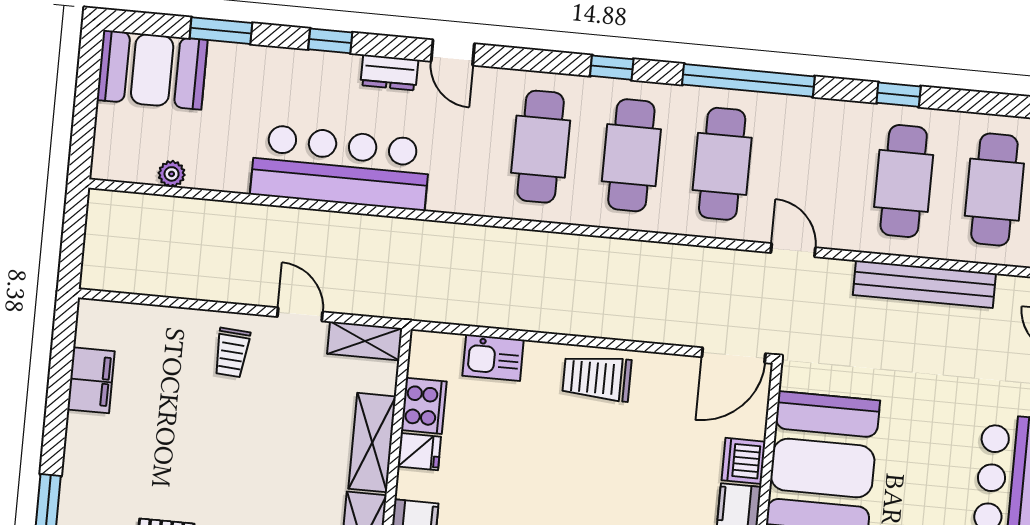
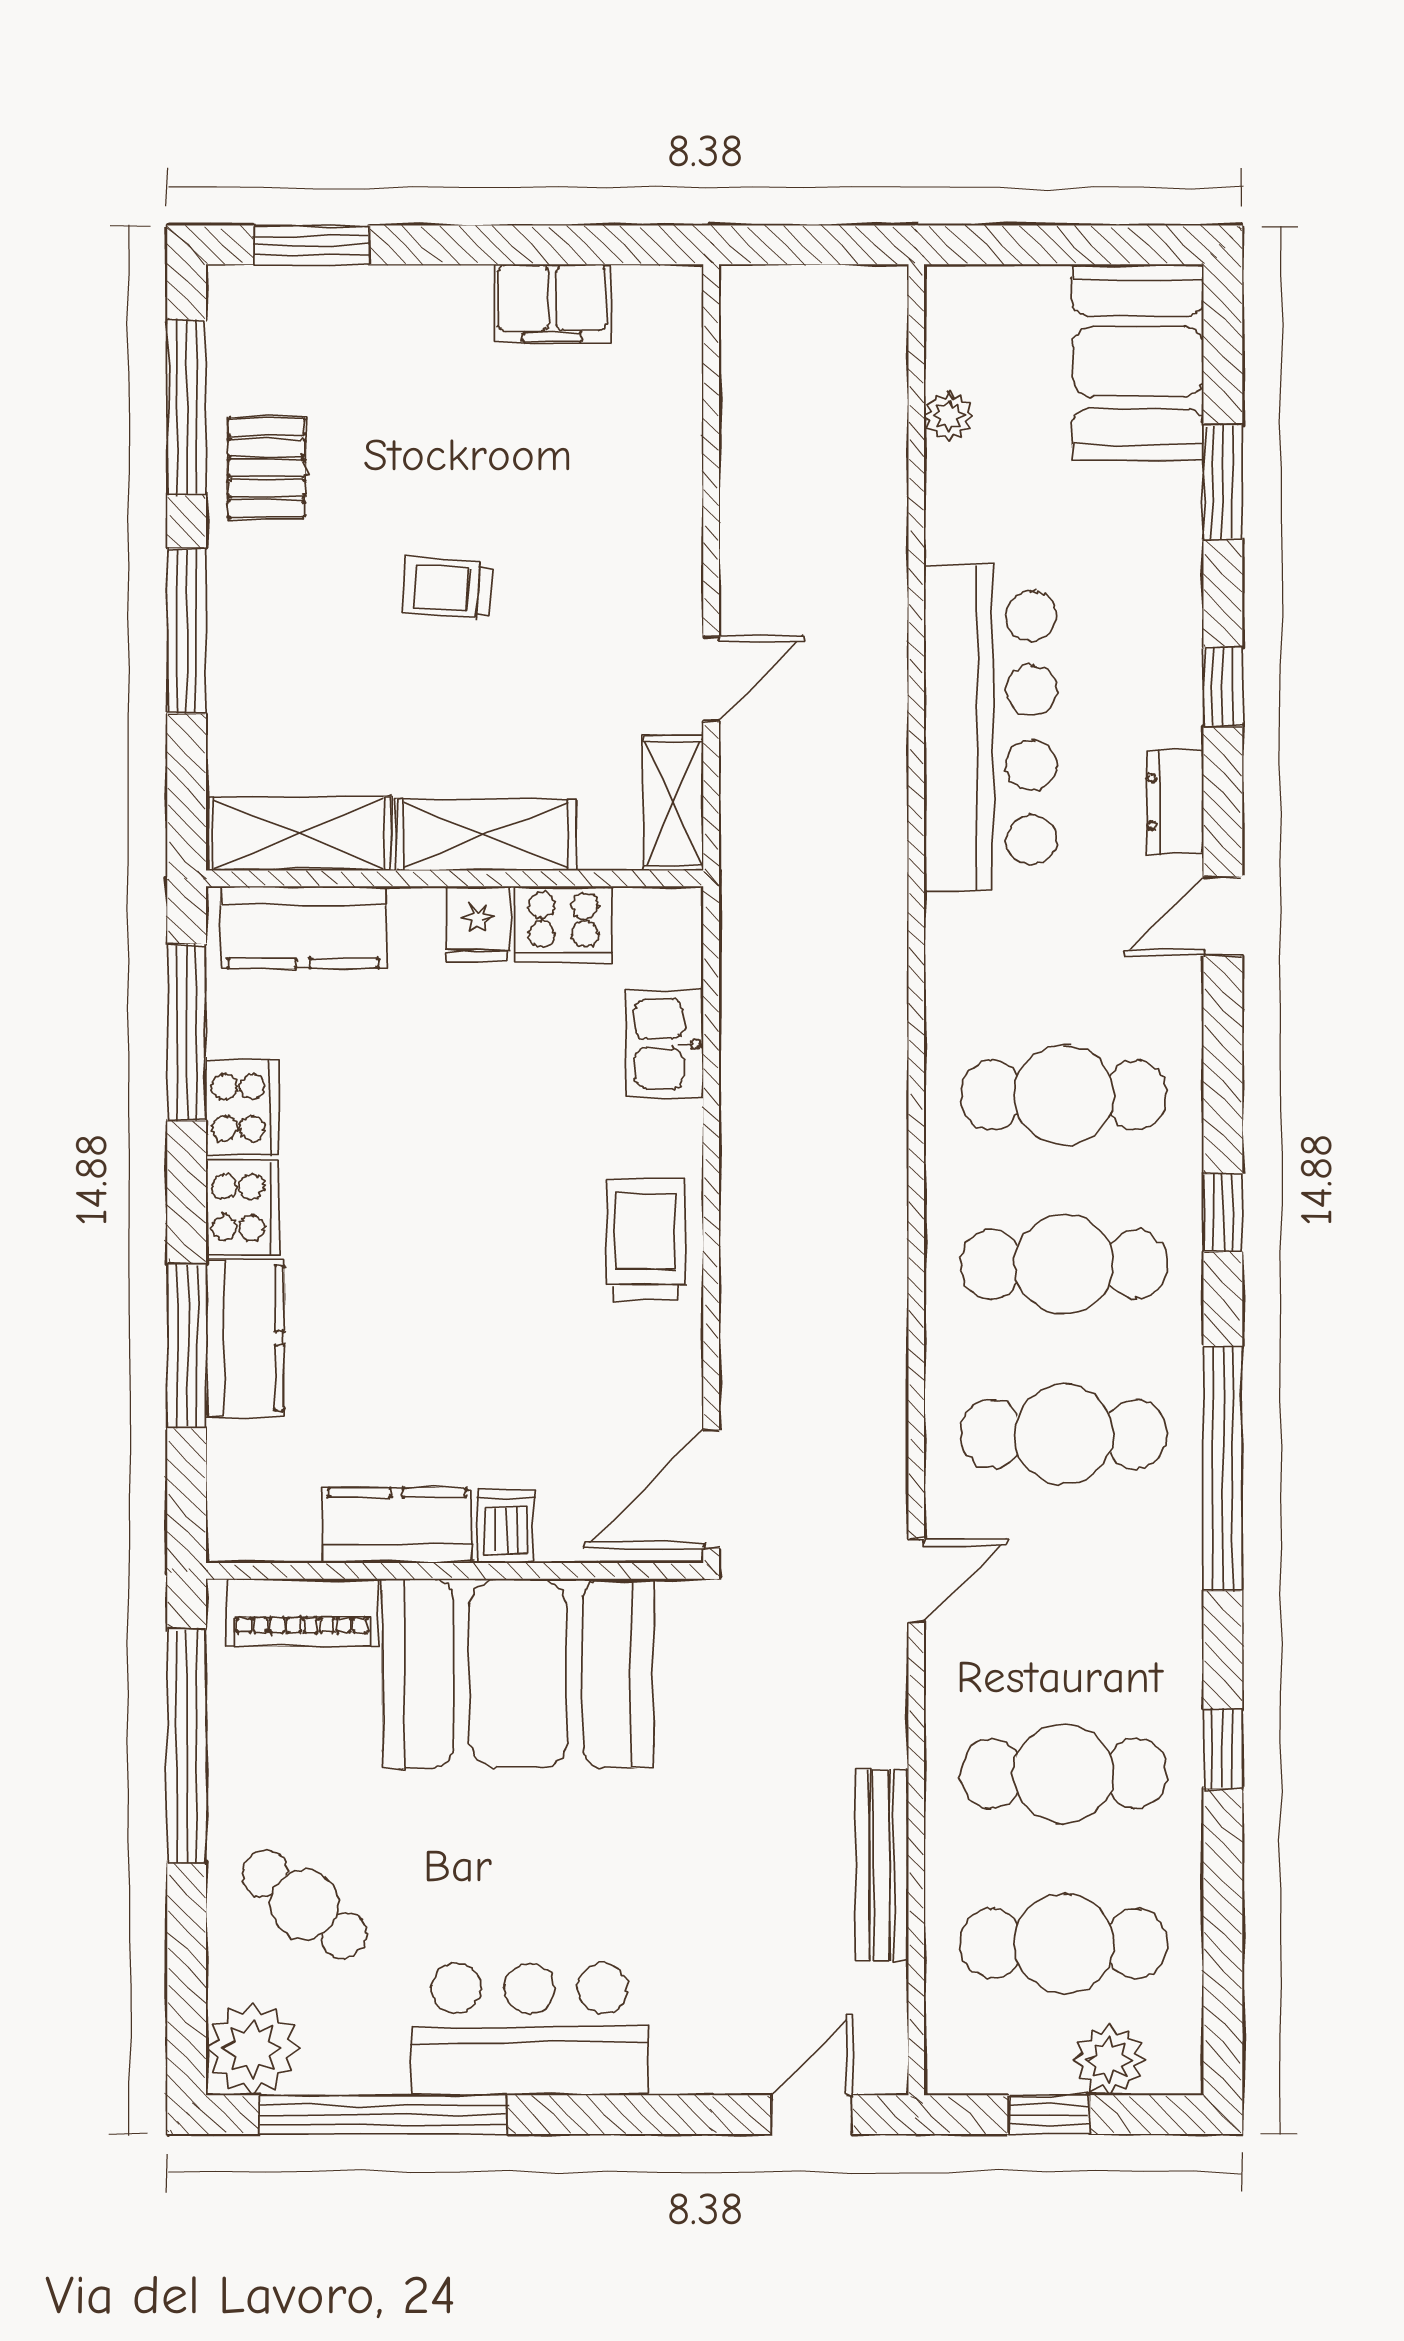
bench: (924, 284) -> (882, 1865), width x0.73, depth x0.82
trolley: (232, 353) -> (447, 588), moved
door: (734, 355) -> (711, 1489), hinge flipped
dishwasher: (744, 461) -> (506, 1526), width x0.73

